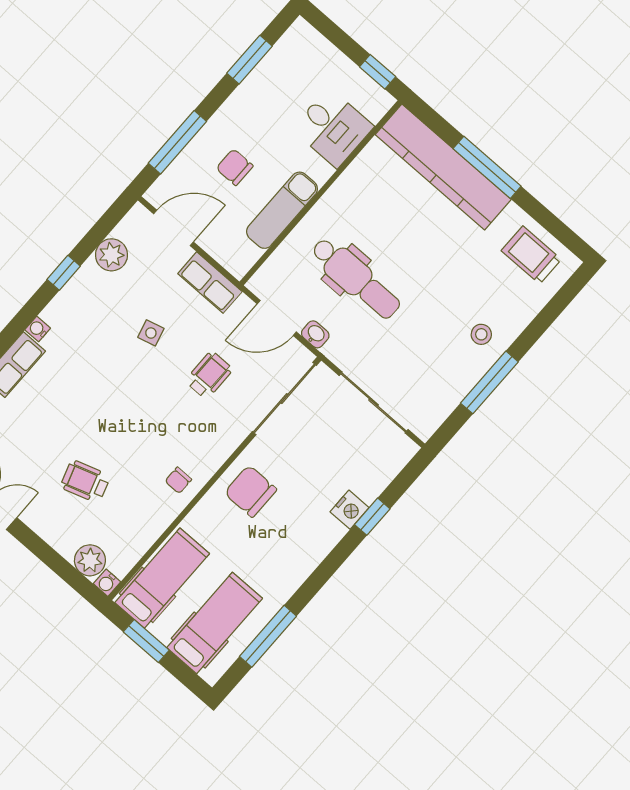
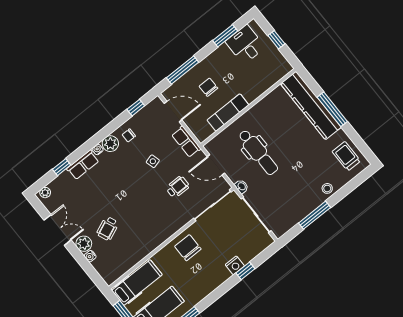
window: (378, 72) -> (276, 40), moved
desk: (333, 128) -> (245, 45), moved, turned 180
plant: (111, 255) -> (110, 144), moved
window: (64, 273) -> (136, 108), moved
washbasin: (315, 334) -> (241, 186), moved
stool: (481, 334) -> (327, 188), moved
chair: (178, 480) -> (129, 135), moved
wheelchair: (85, 481) -> (108, 228), turned -95
plant: (90, 560) -> (84, 244), moved
water cooler: (107, 583) -> (90, 256), moved

